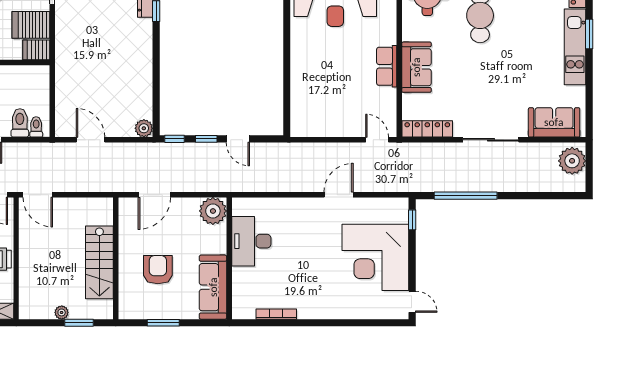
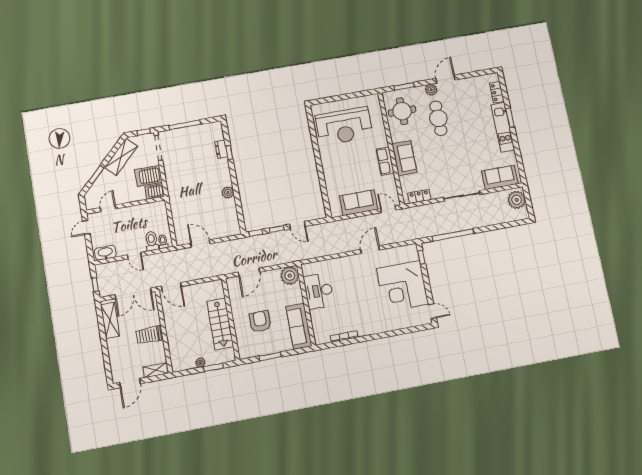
sofa: (335, 122) -> (359, 203), added
plant: (144, 128) -> (228, 192), moved
locker: (427, 129) -> (419, 196), width x0.66

